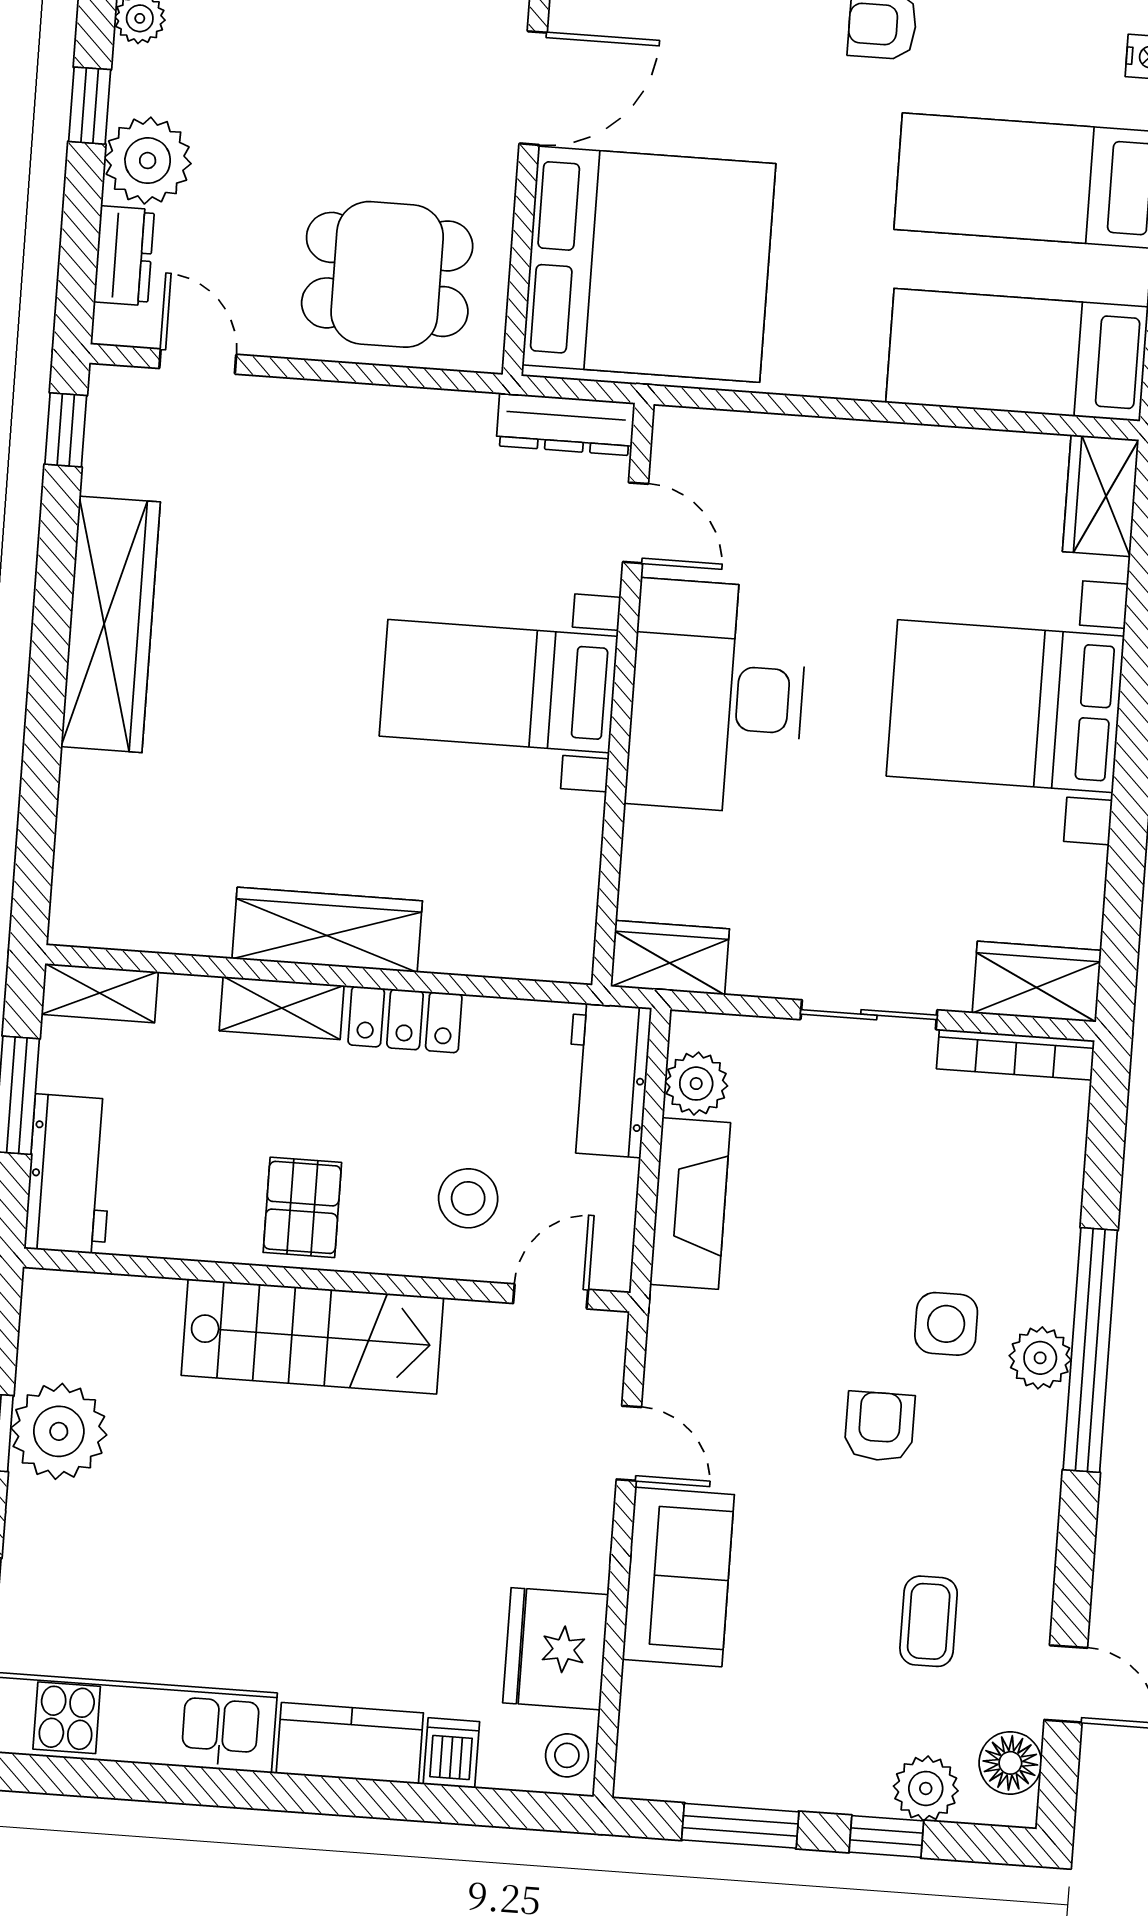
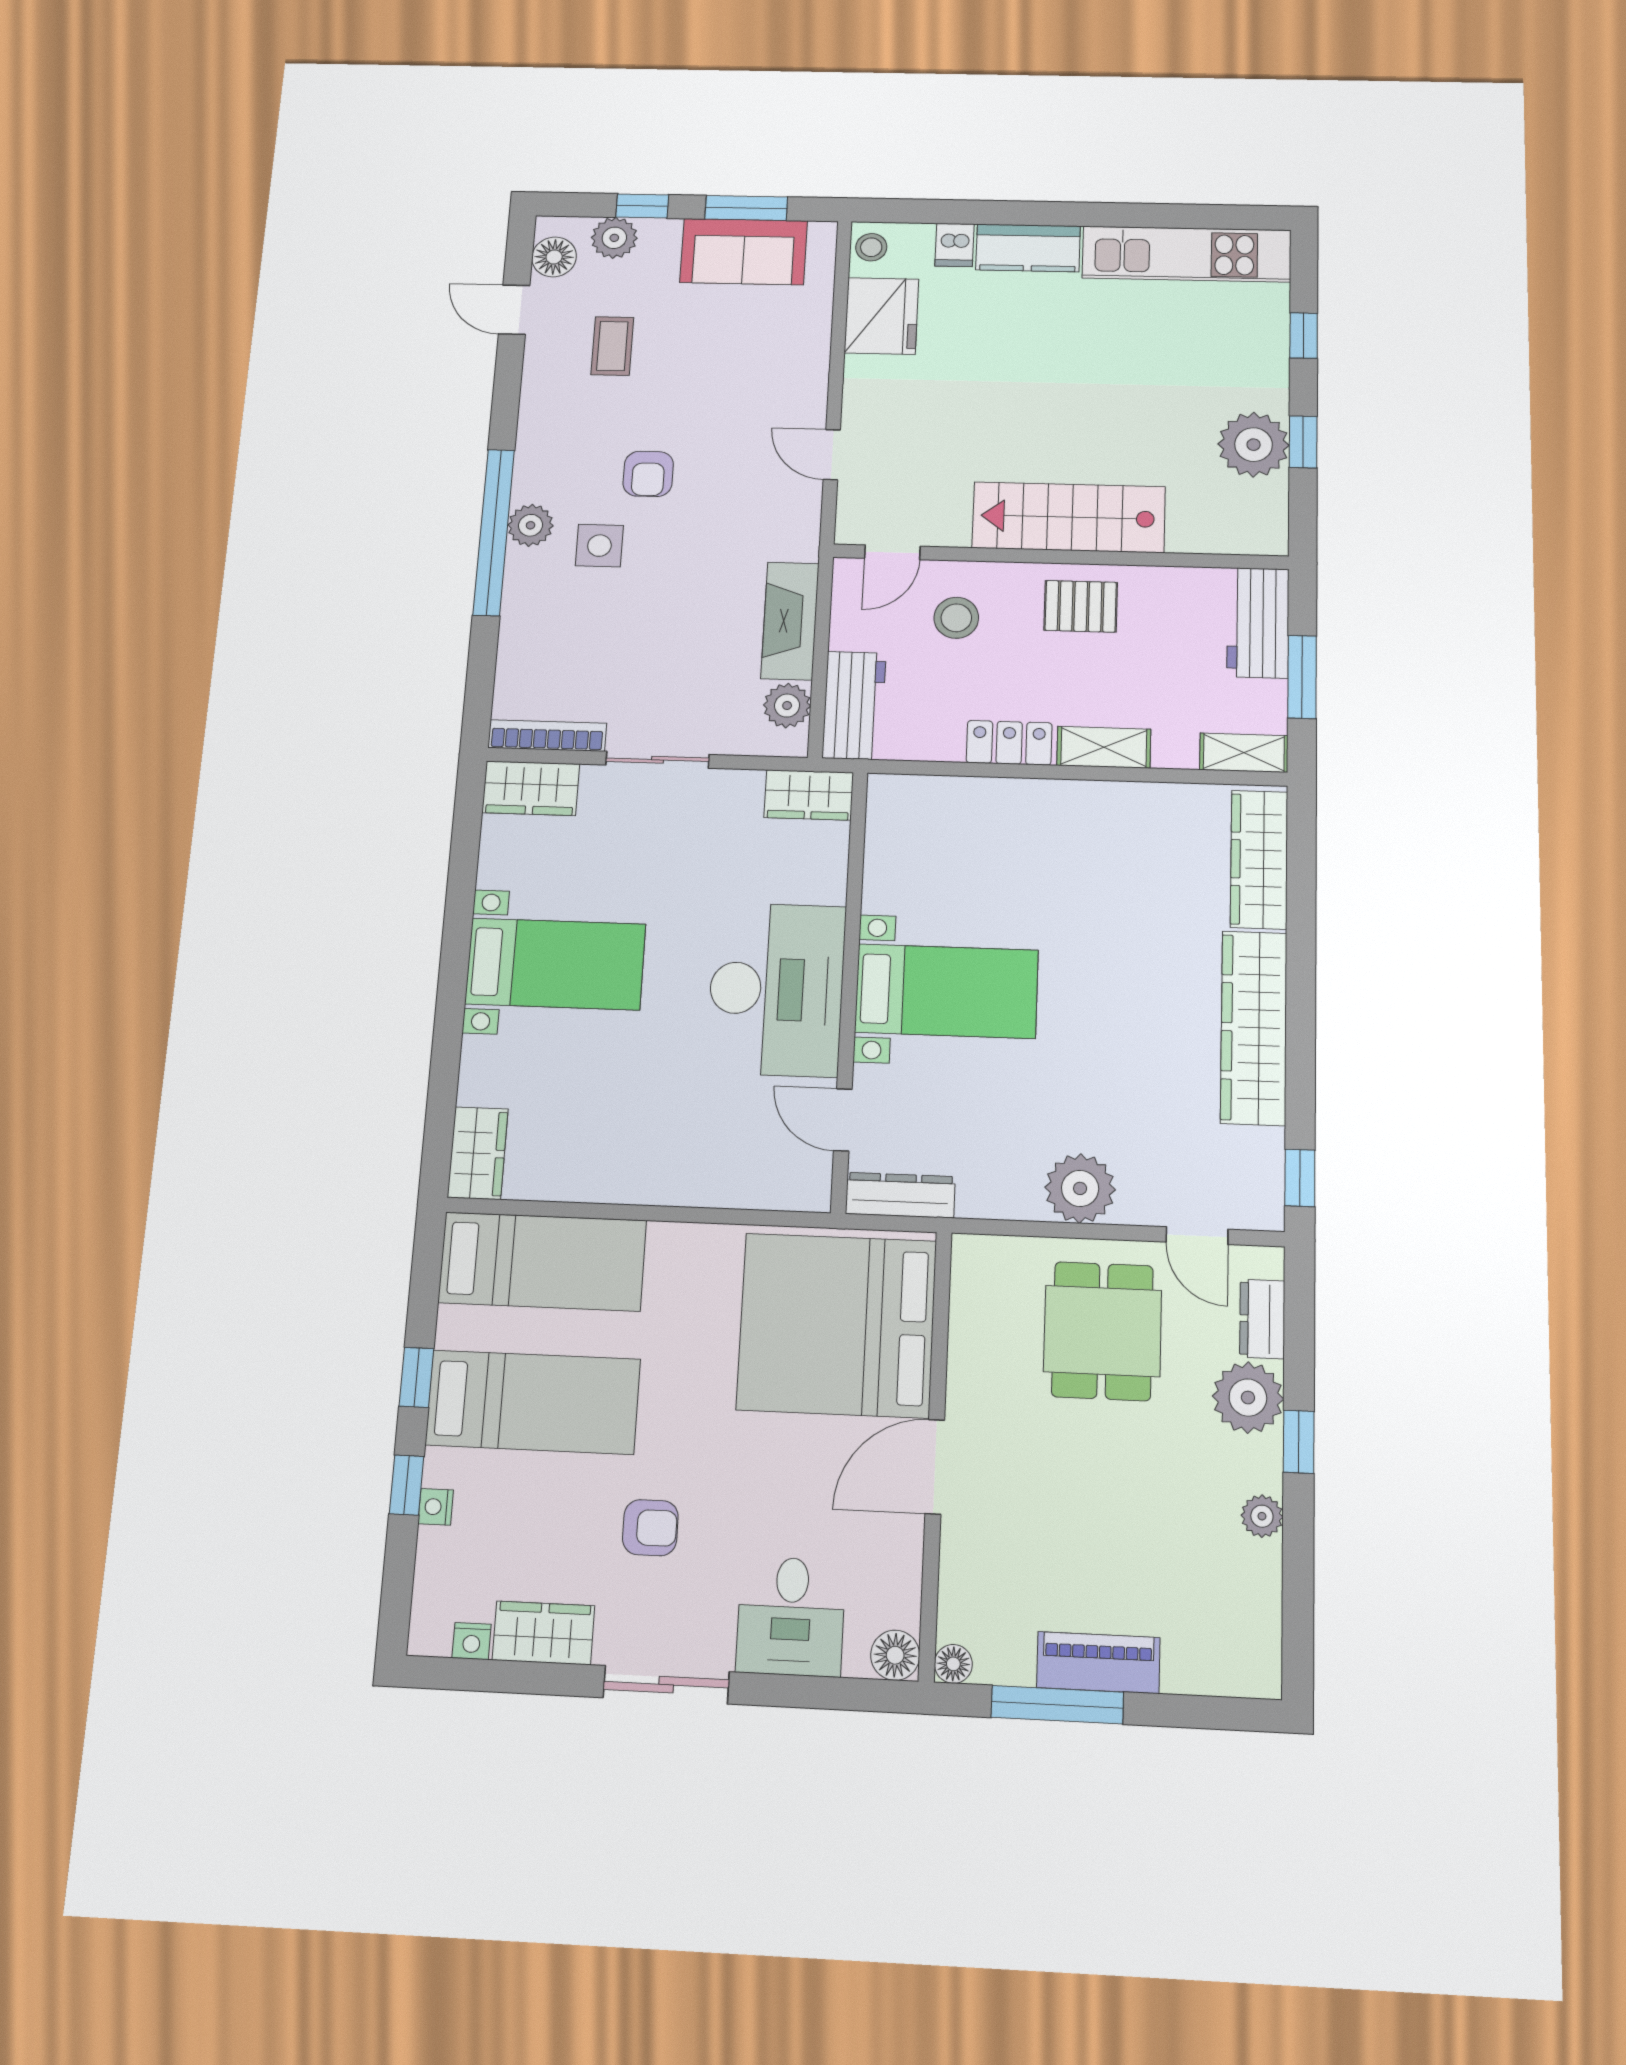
dining table: (387, 274) -> (1102, 1331), moved, turned 90
plant: (340, 425) -> (1080, 1188), added
bed with nightstands: (1005, 706) -> (555, 964), width x0.73
wardrobe: (327, 930) -> (1259, 859), moved, turned 90
pallet: (302, 1207) -> (1081, 606), turned 90
sofa: (678, 1577) -> (744, 252), moved, turned -90

